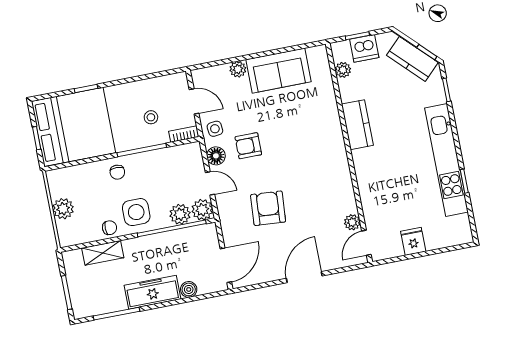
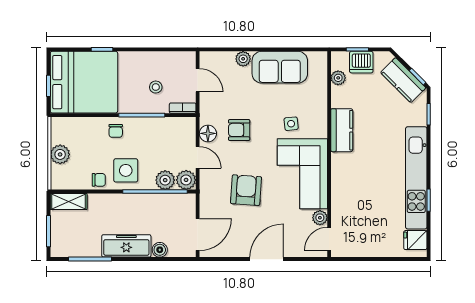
side table: (215, 129) -> (291, 124), moved
corner sofa: (325, 179) -> (302, 174), added
fridge: (413, 241) -> (415, 240), moved, turned -90
shelving: (103, 253) -> (69, 202), moved

